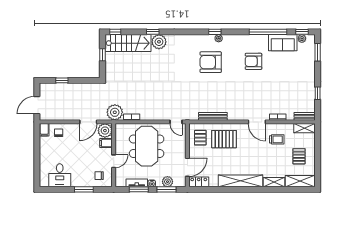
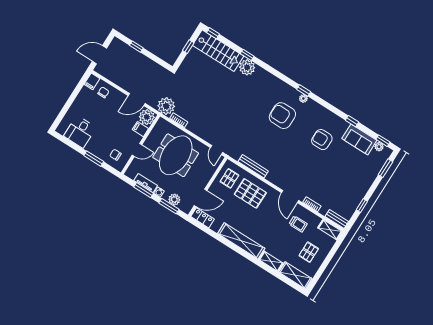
window: (268, 32) -> (352, 121), width x0.32

